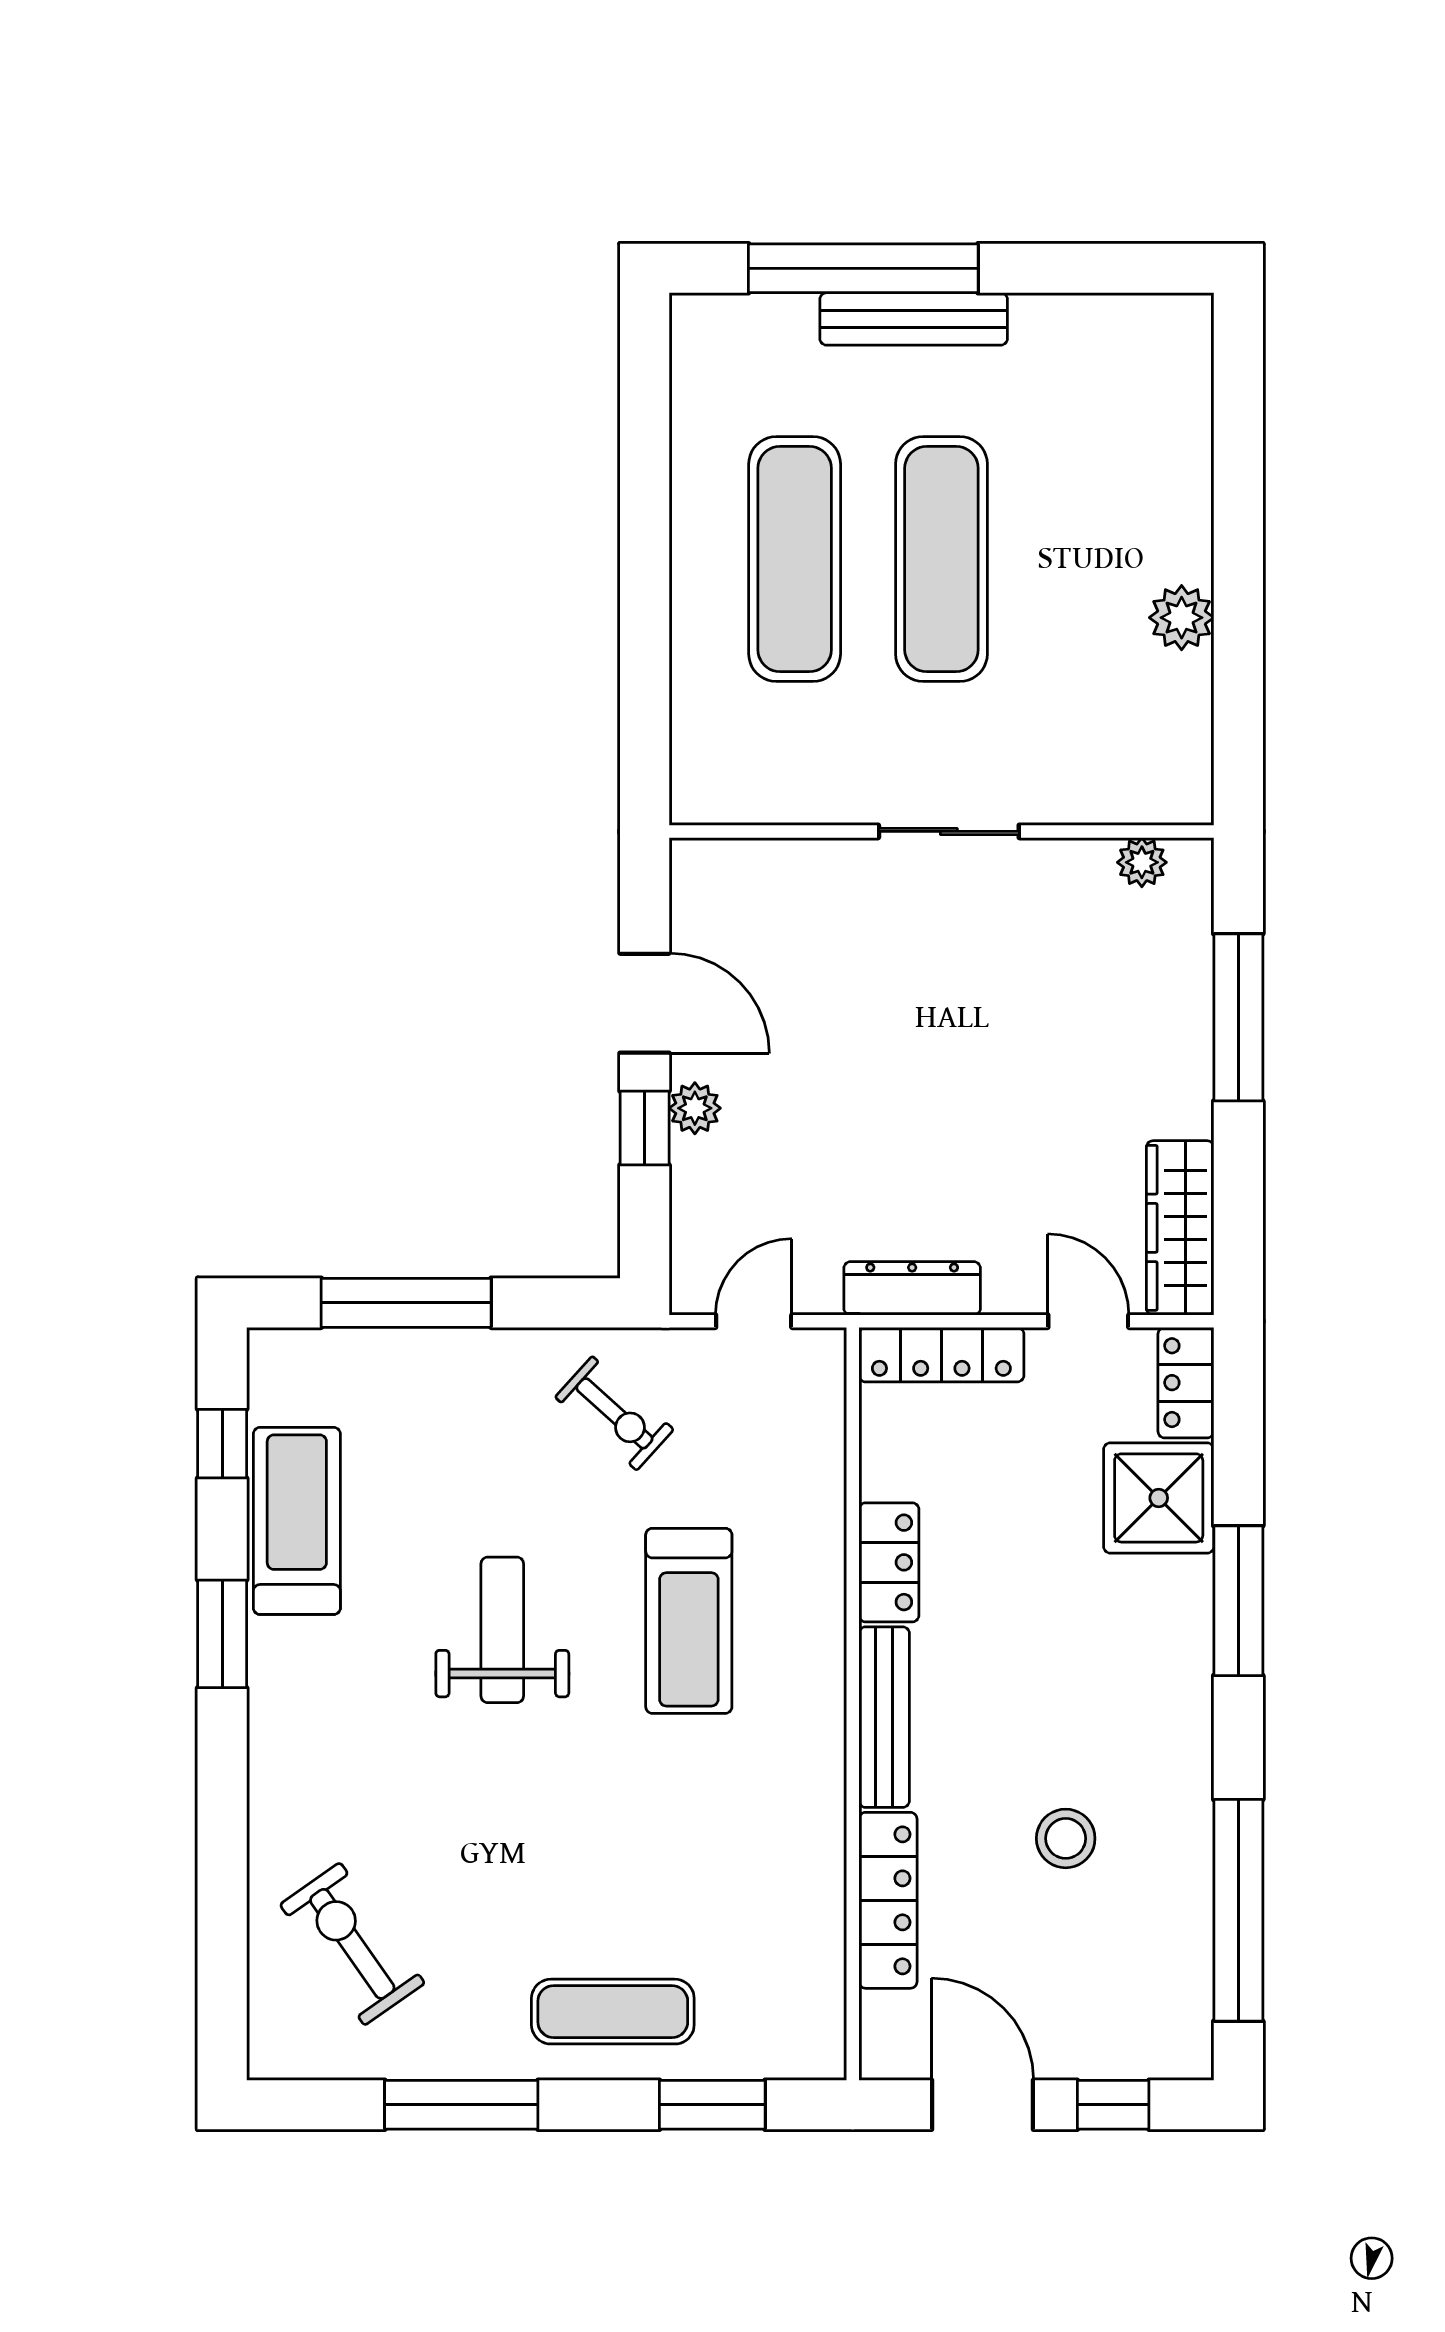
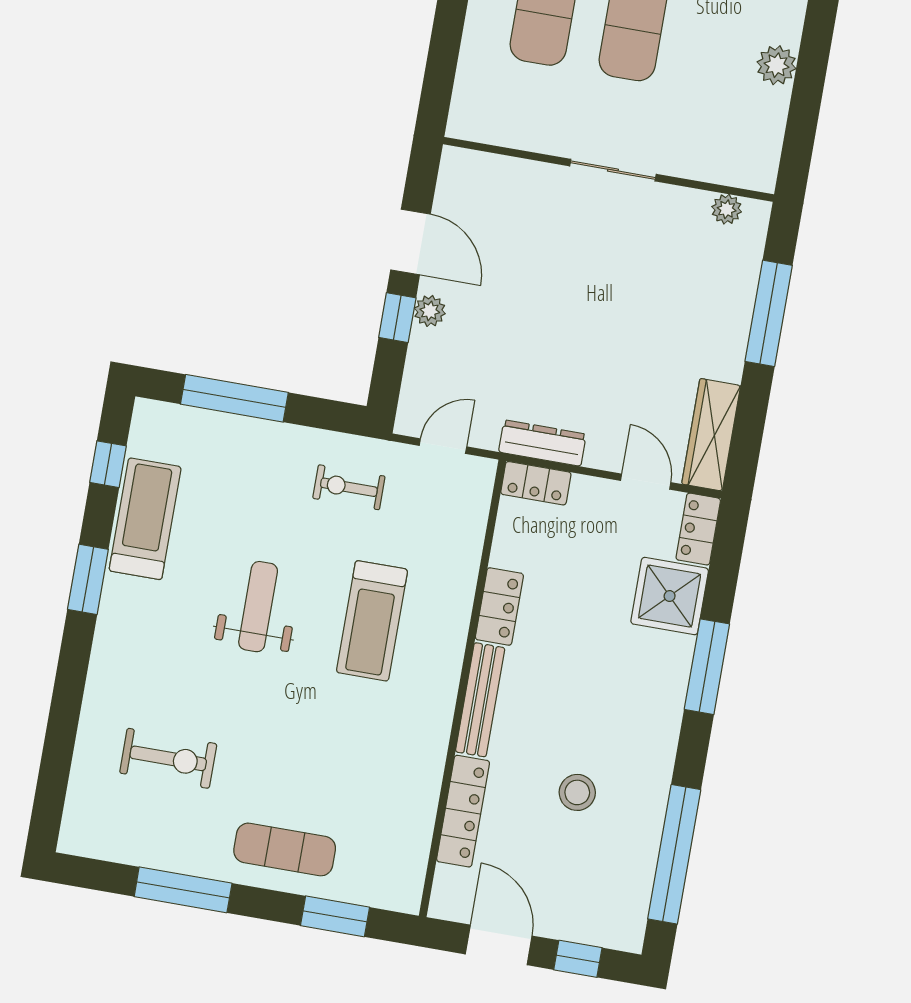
locker: (941, 1355) -> (536, 483), width x0.66
exercise bike: (614, 1413) -> (349, 487), turned 138
exercise bike: (352, 1944) -> (168, 758), moved, turned 125

